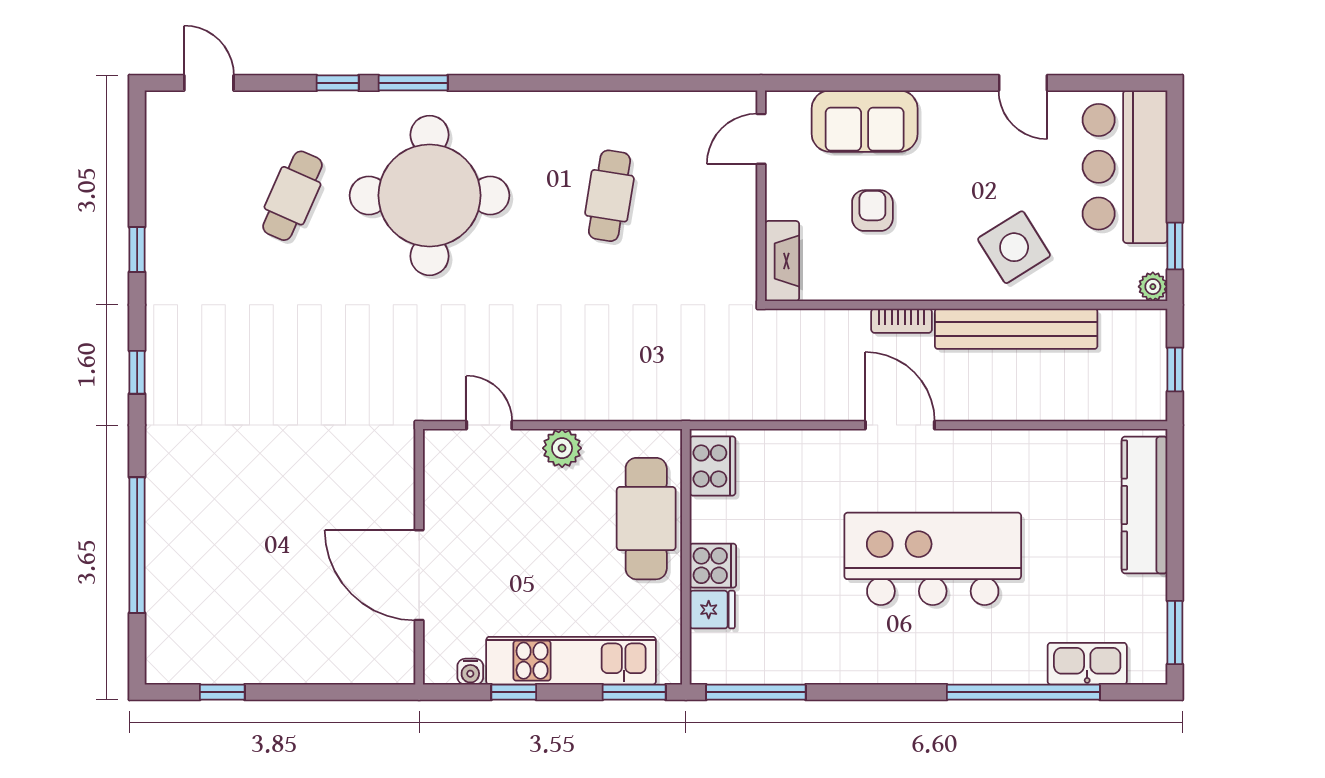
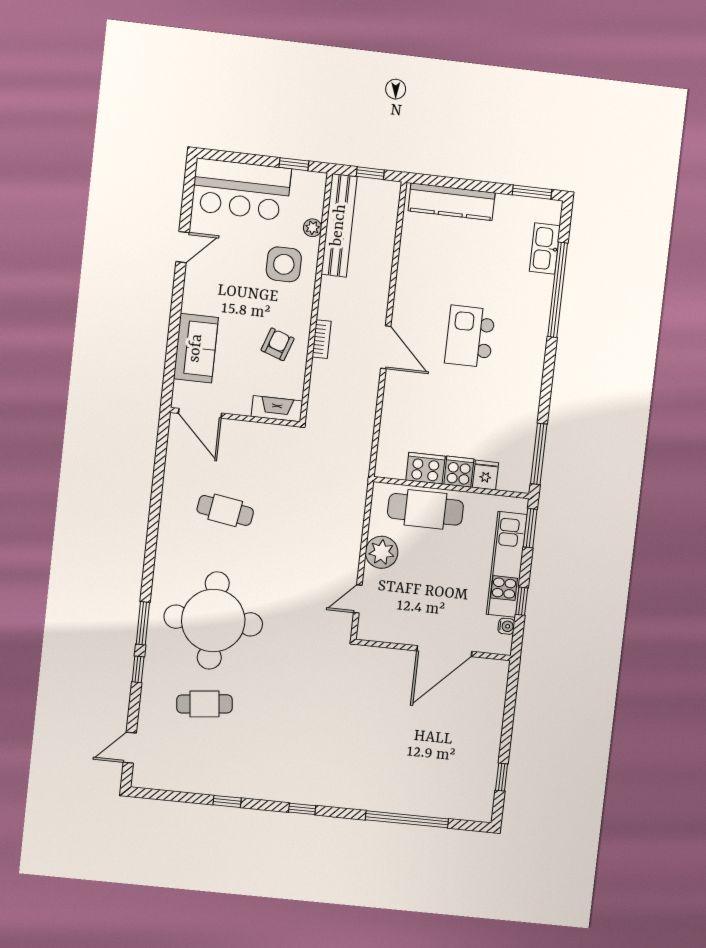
door: (761, 139) -> (200, 413), width x1.38
cafe table: (293, 196) -> (204, 704), turned -30
armchair: (872, 211) -> (278, 344), moved, turned 109
side table: (1014, 247) -> (284, 264), turned 32
plant: (1153, 287) -> (312, 228), moved
bench: (1016, 329) -> (339, 225), moved
door: (900, 425) -> (386, 347), swing flipped
plant: (562, 448) -> (382, 552), width x1.36, depth x1.36
cooker: (713, 466) -> (425, 468), moved
kitchen island: (933, 559) -> (470, 336), width x0.54, depth x0.78

